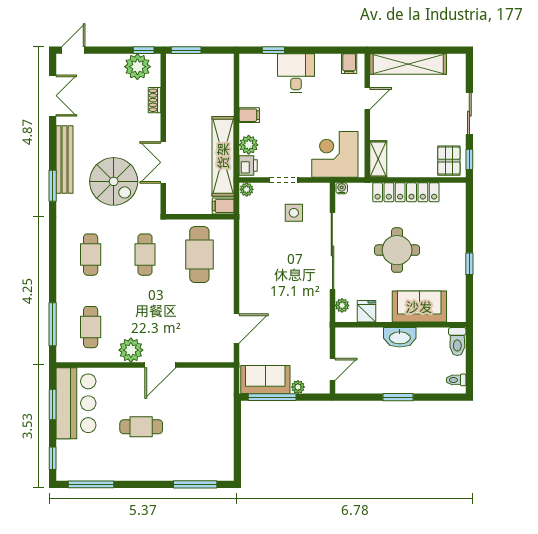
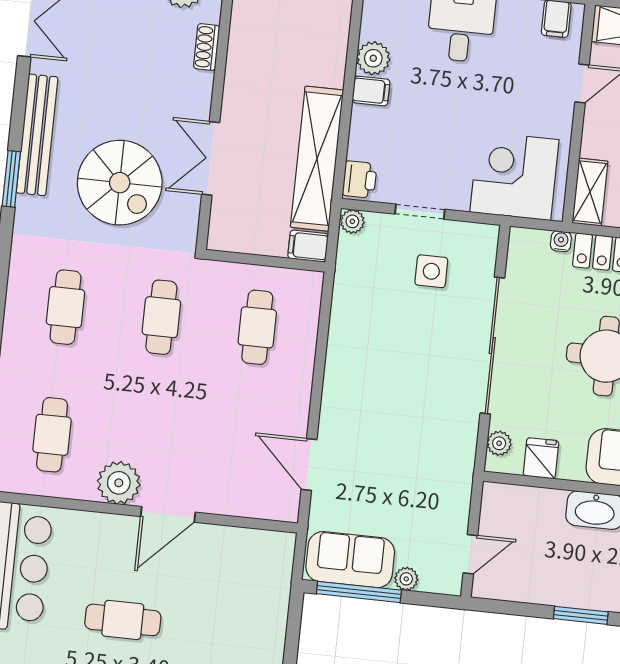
plant: (249, 145) -> (373, 58), moved
water cooler: (342, 188) -> (561, 241), moved
cafe table: (199, 255) -> (257, 327), width x0.73, depth x0.74
door: (237, 328) -> (309, 464), swing flipped

